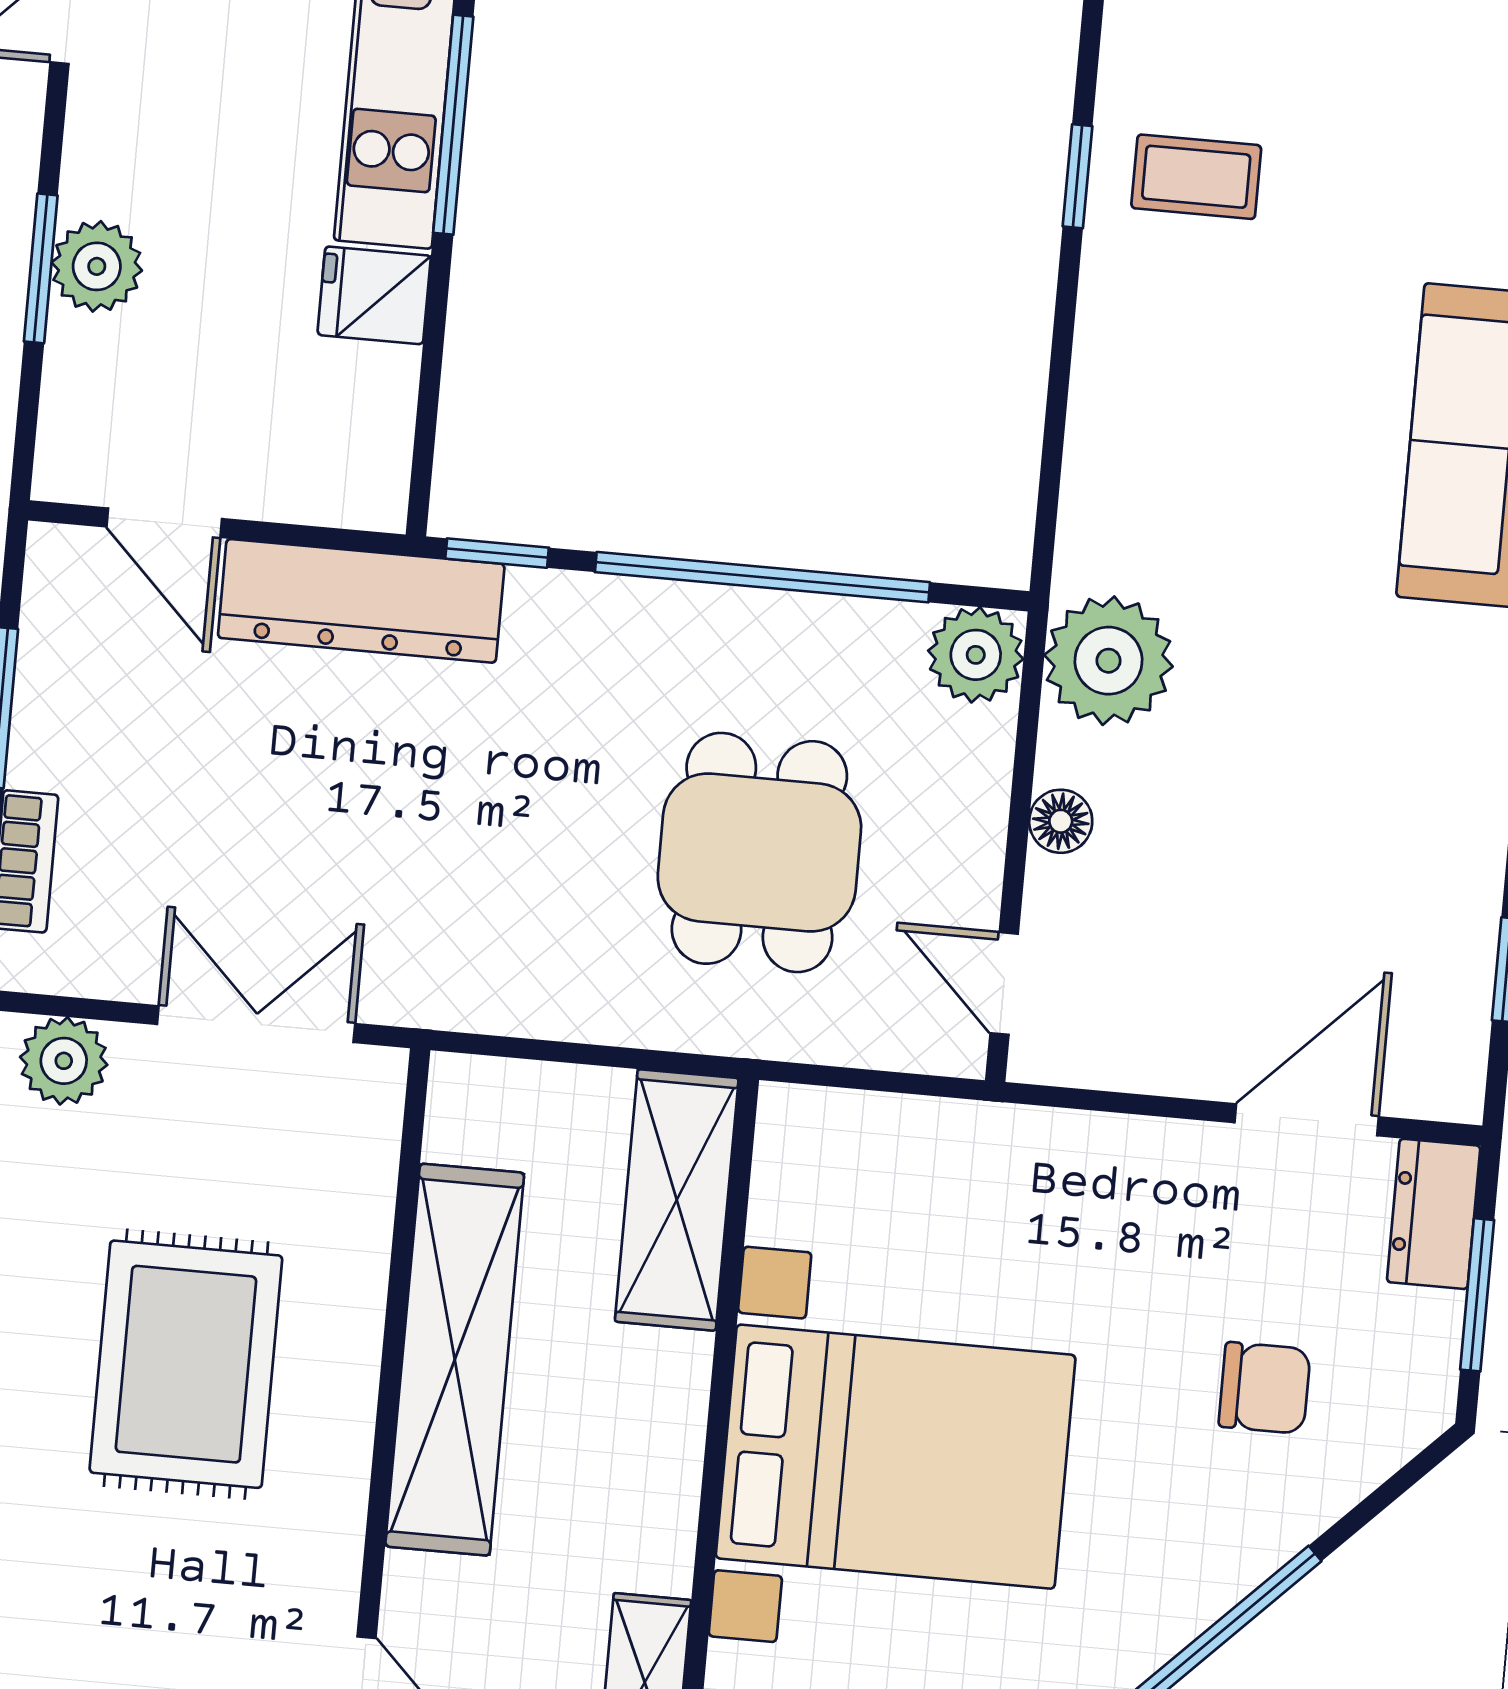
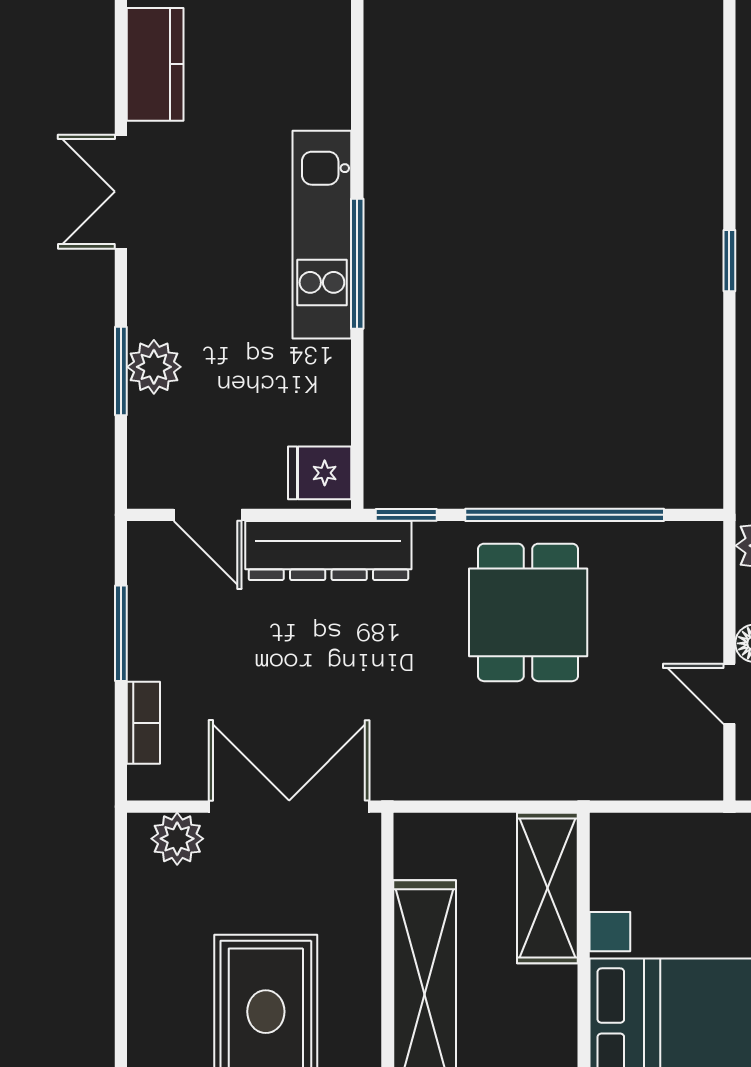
fridge: (374, 295) -> (320, 473), moved
plant: (976, 655) -> (695, 549), removed
dining table: (759, 852) -> (528, 612), moved
door: (1004, 983) -> (729, 694), moved
double door: (256, 1024) -> (289, 807), width x1.37

